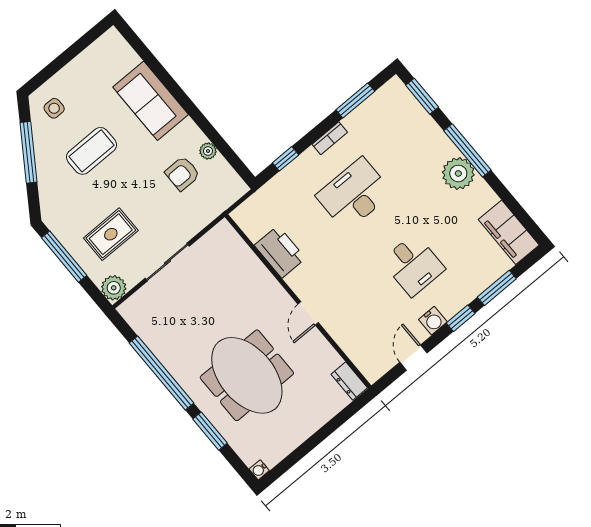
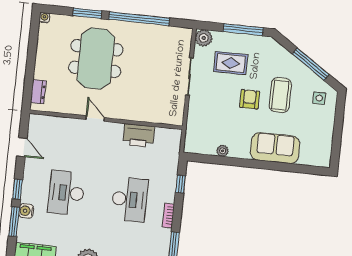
armchair: (182, 174) -> (250, 99), moved
rug: (111, 234) -> (231, 63), turned 90
desk: (413, 265) -> (66, 193), width x1.37
water cooler: (433, 321) -> (26, 211), moved
meeting table: (247, 375) -> (96, 59), turned 90
dresser: (349, 381) -> (38, 92), moved, turned 90

